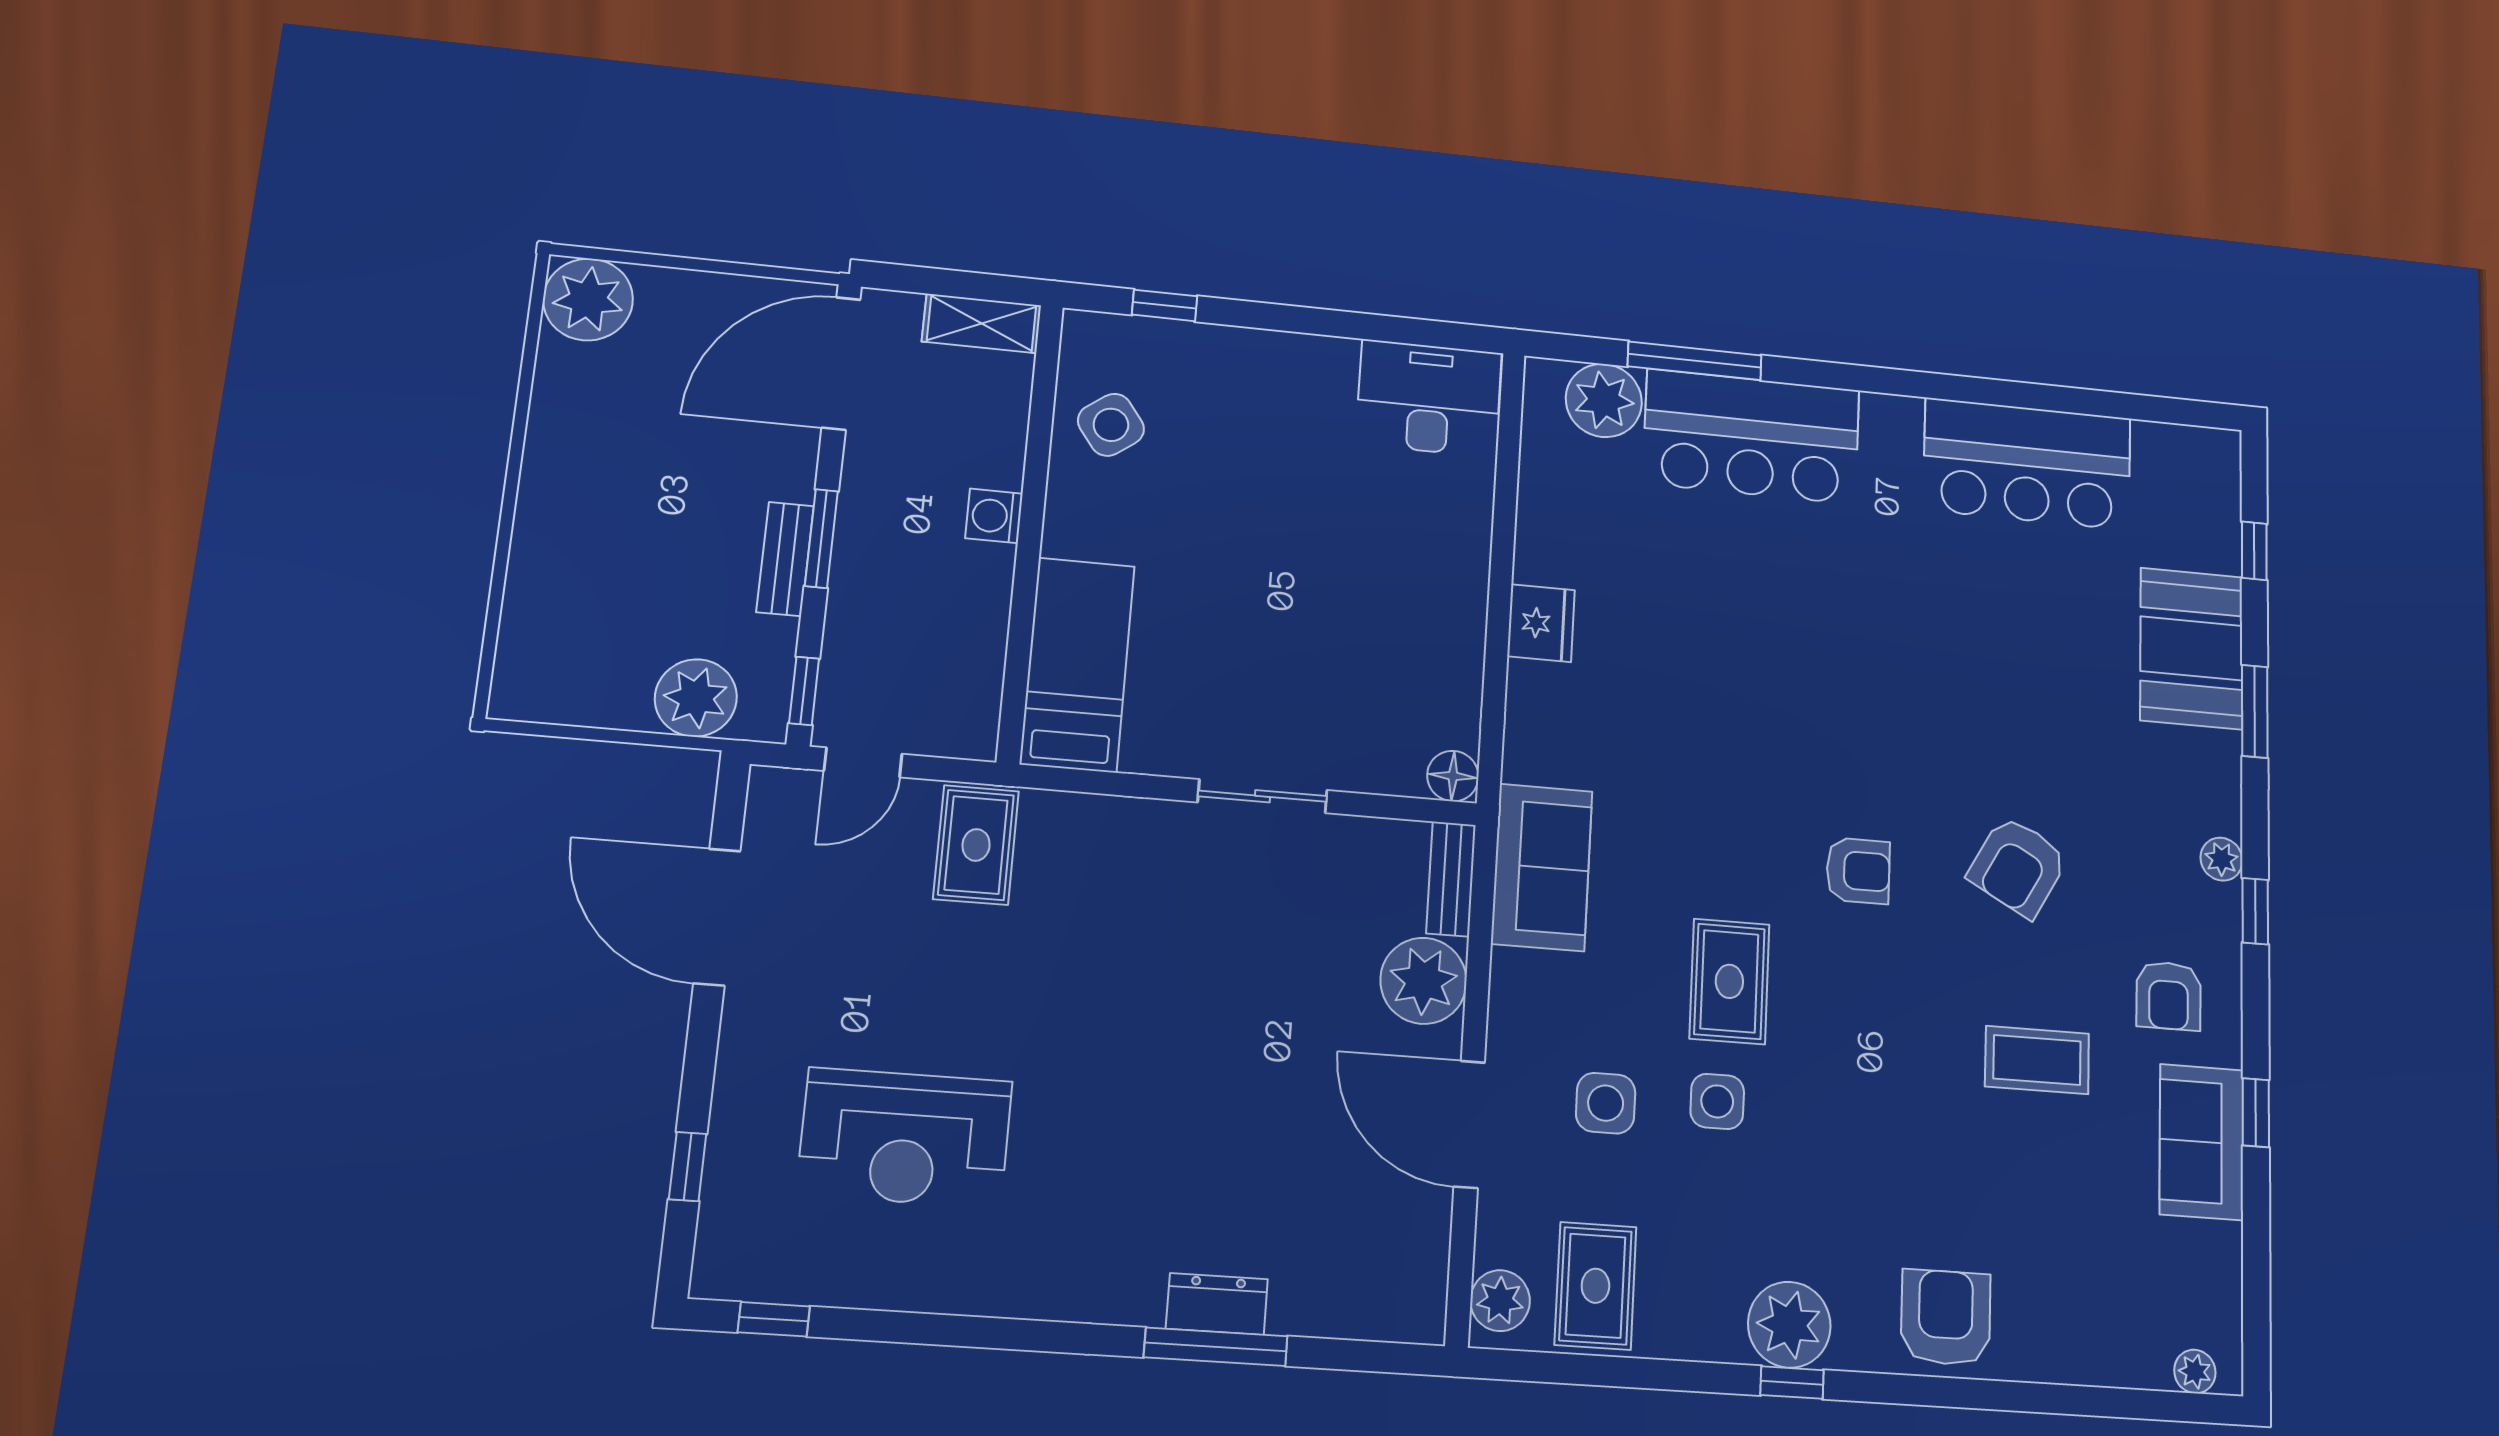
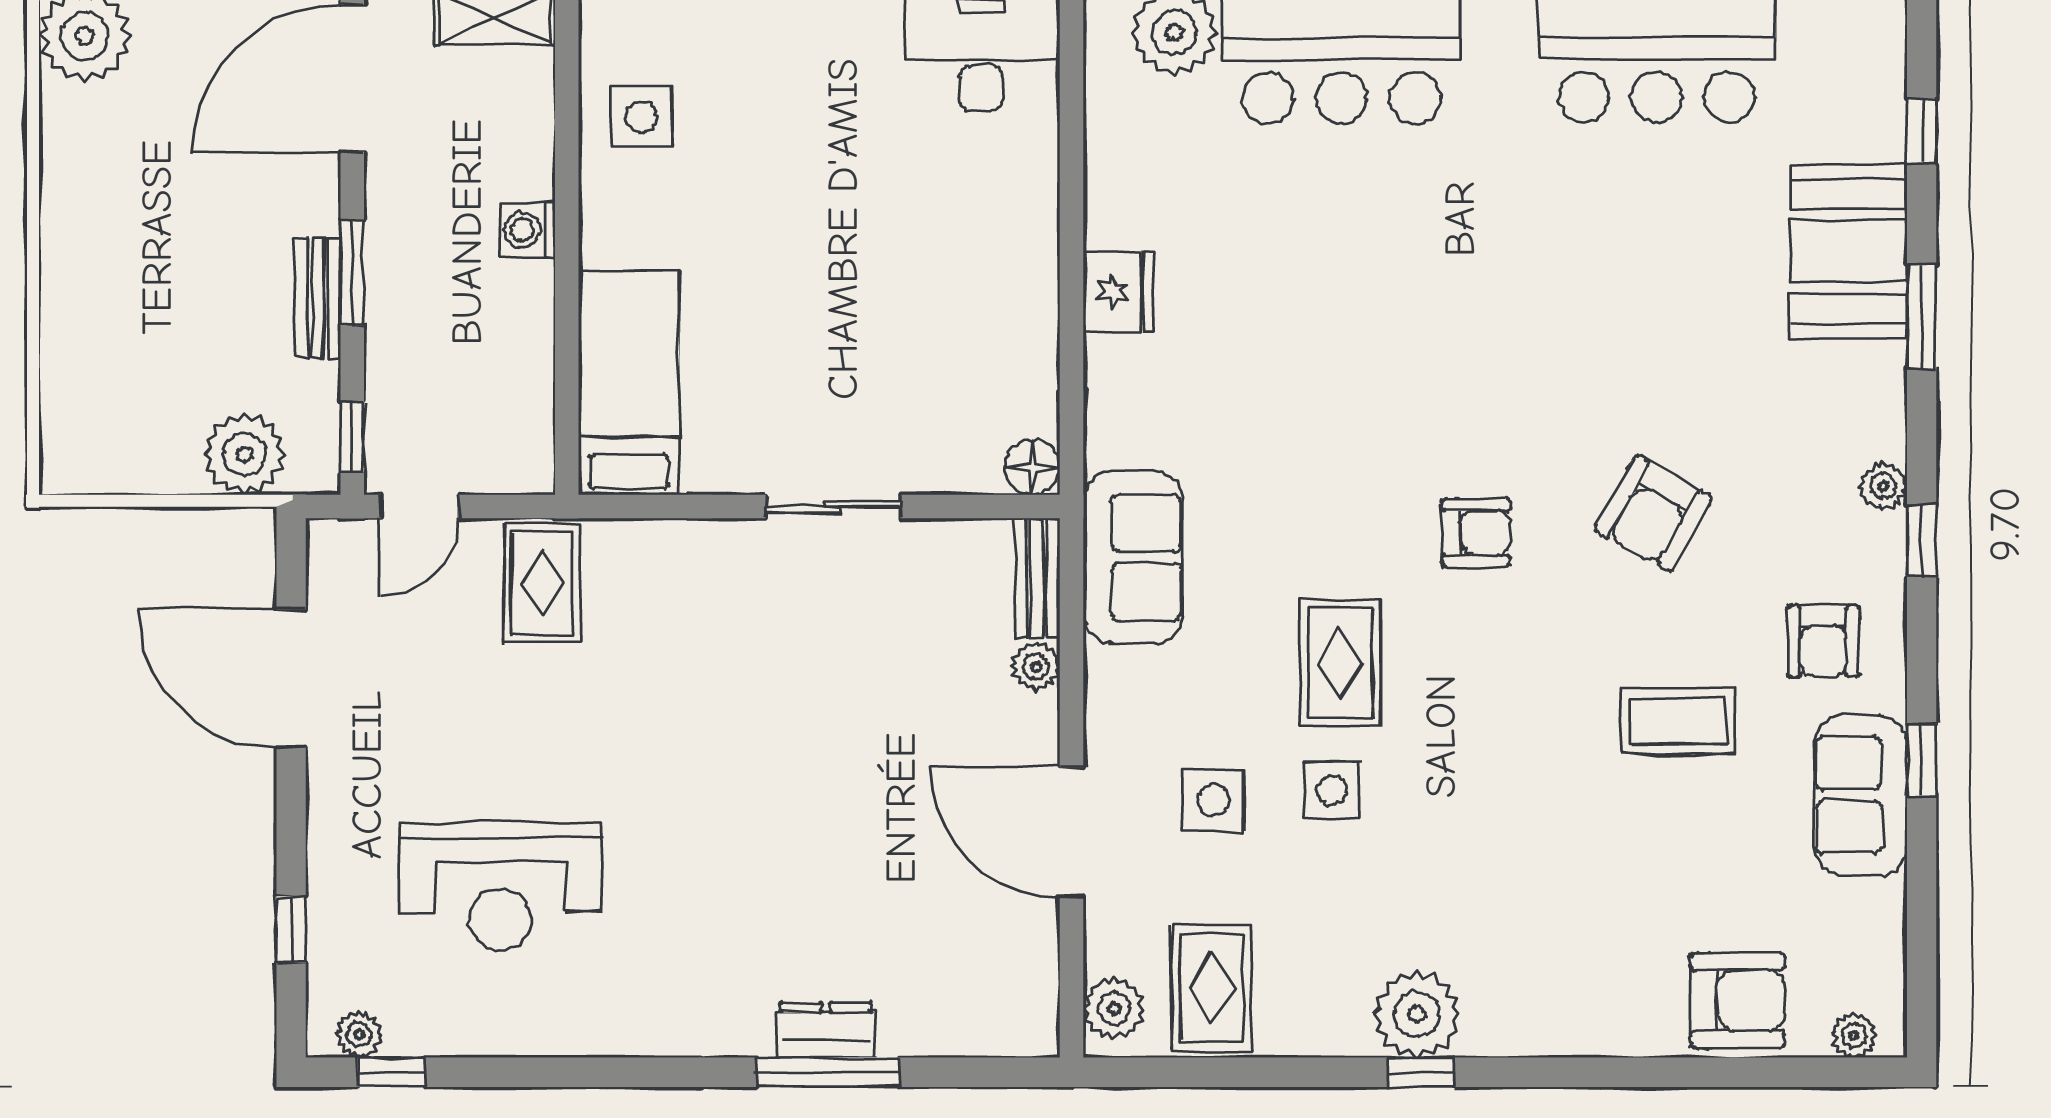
side table: (1111, 425) -> (641, 117), turned 36
plant: (1424, 981) -> (1036, 666), width x0.53, depth x0.53
plant: (745, 1278) -> (359, 1034), added
armchair: (1946, 1318) -> (1738, 1000), moved, turned 90

